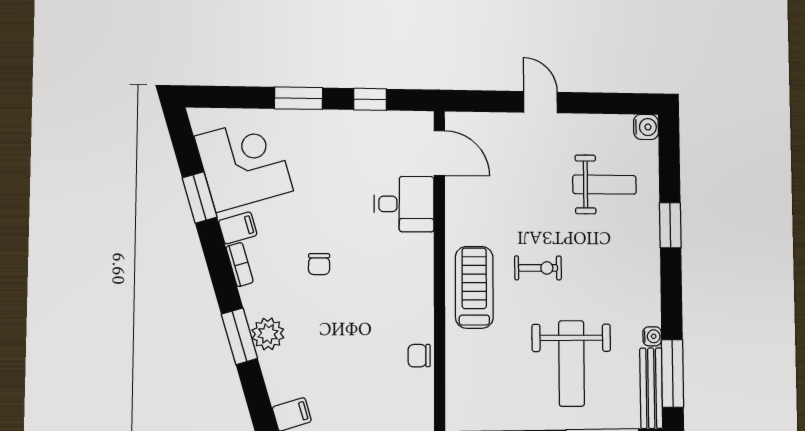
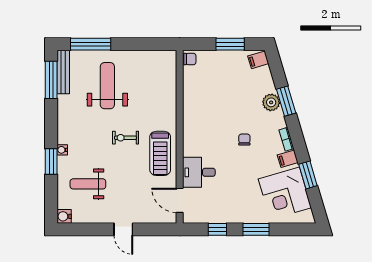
treadmill: (474, 287) -> (160, 153), moved
water cooler: (652, 336) -> (62, 150), moved
chair: (419, 356) -> (190, 59), moved

